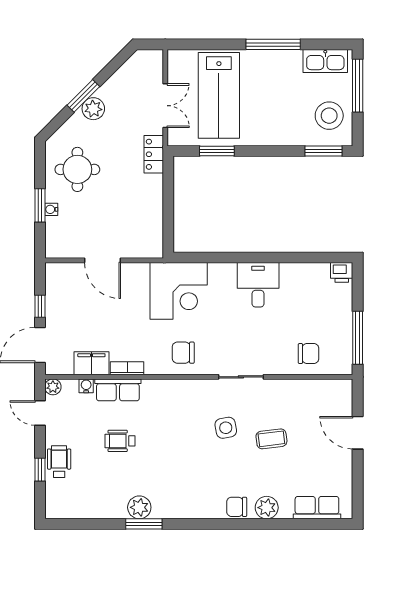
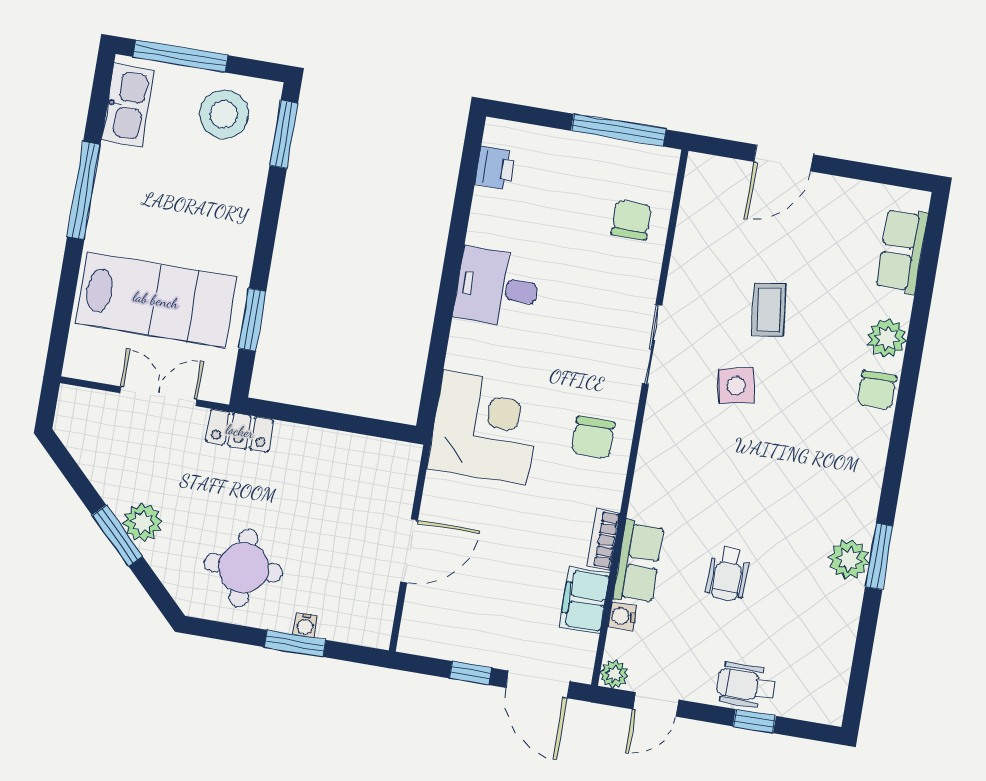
printer: (342, 272) -> (495, 168), moved

